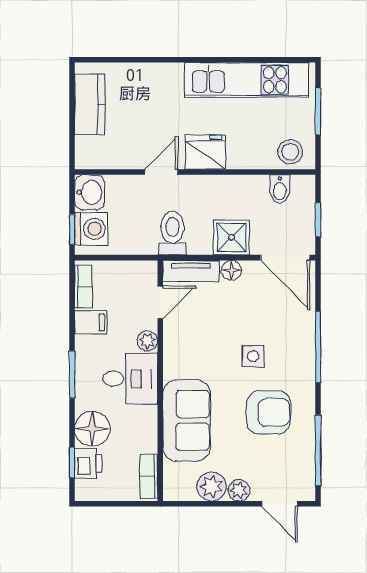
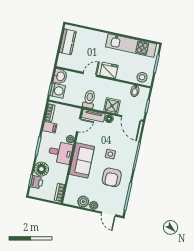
armchair: (269, 412) -> (112, 177), turned 90
sofa: (187, 420) -> (82, 160), moved

